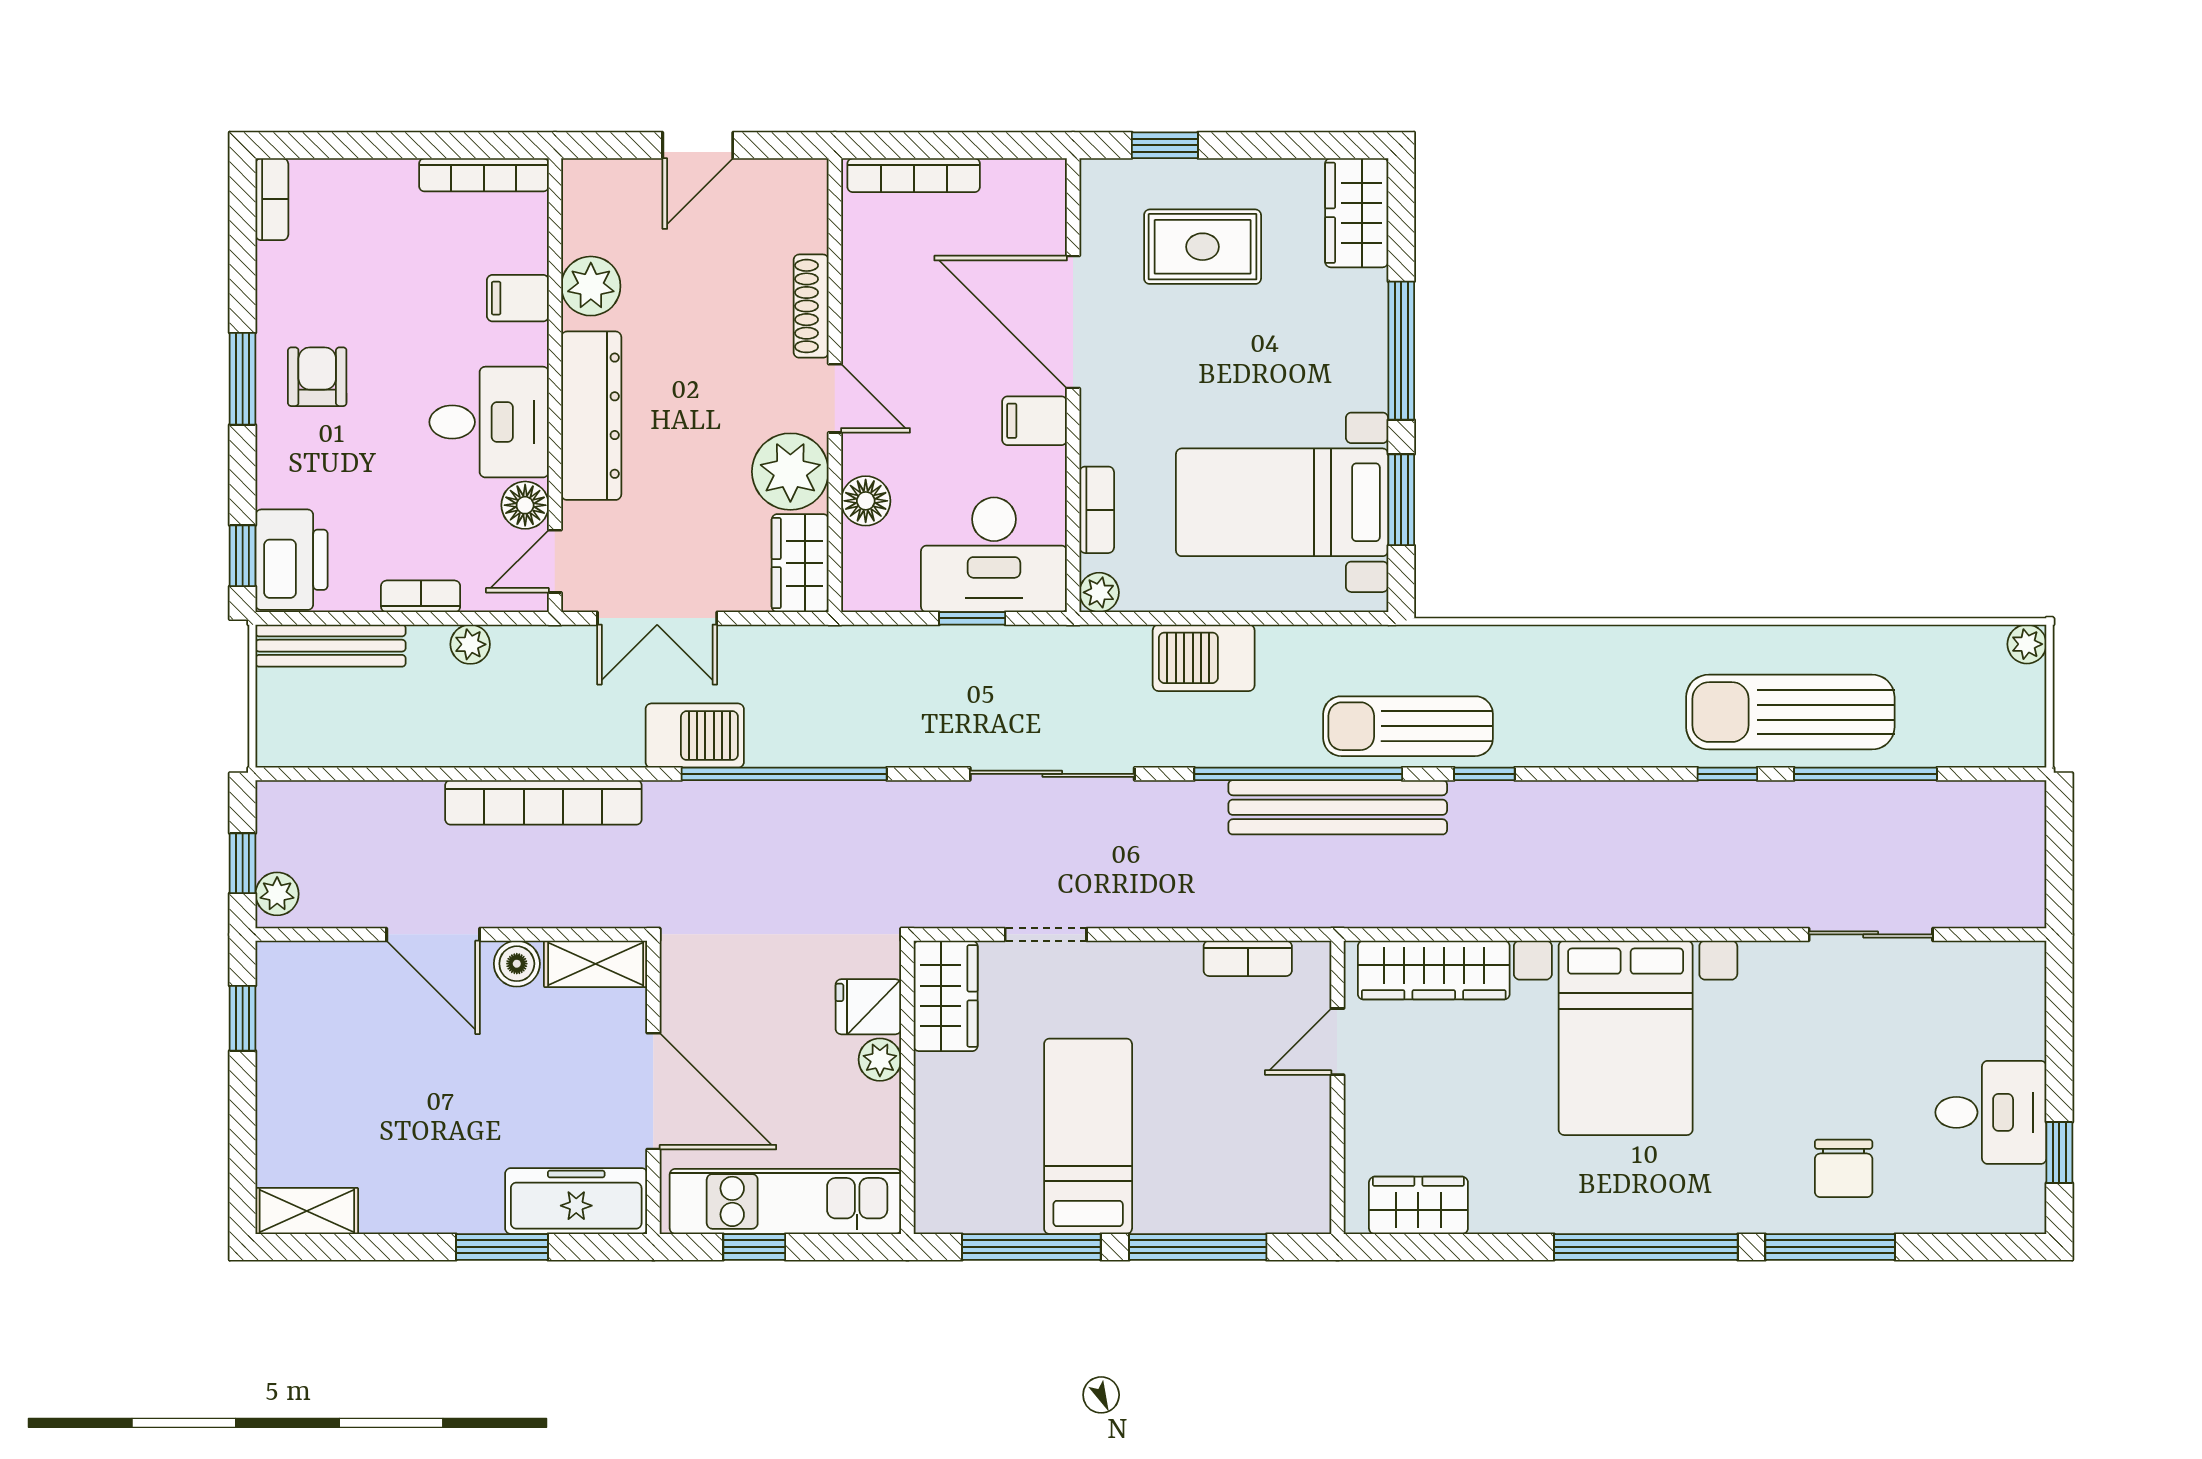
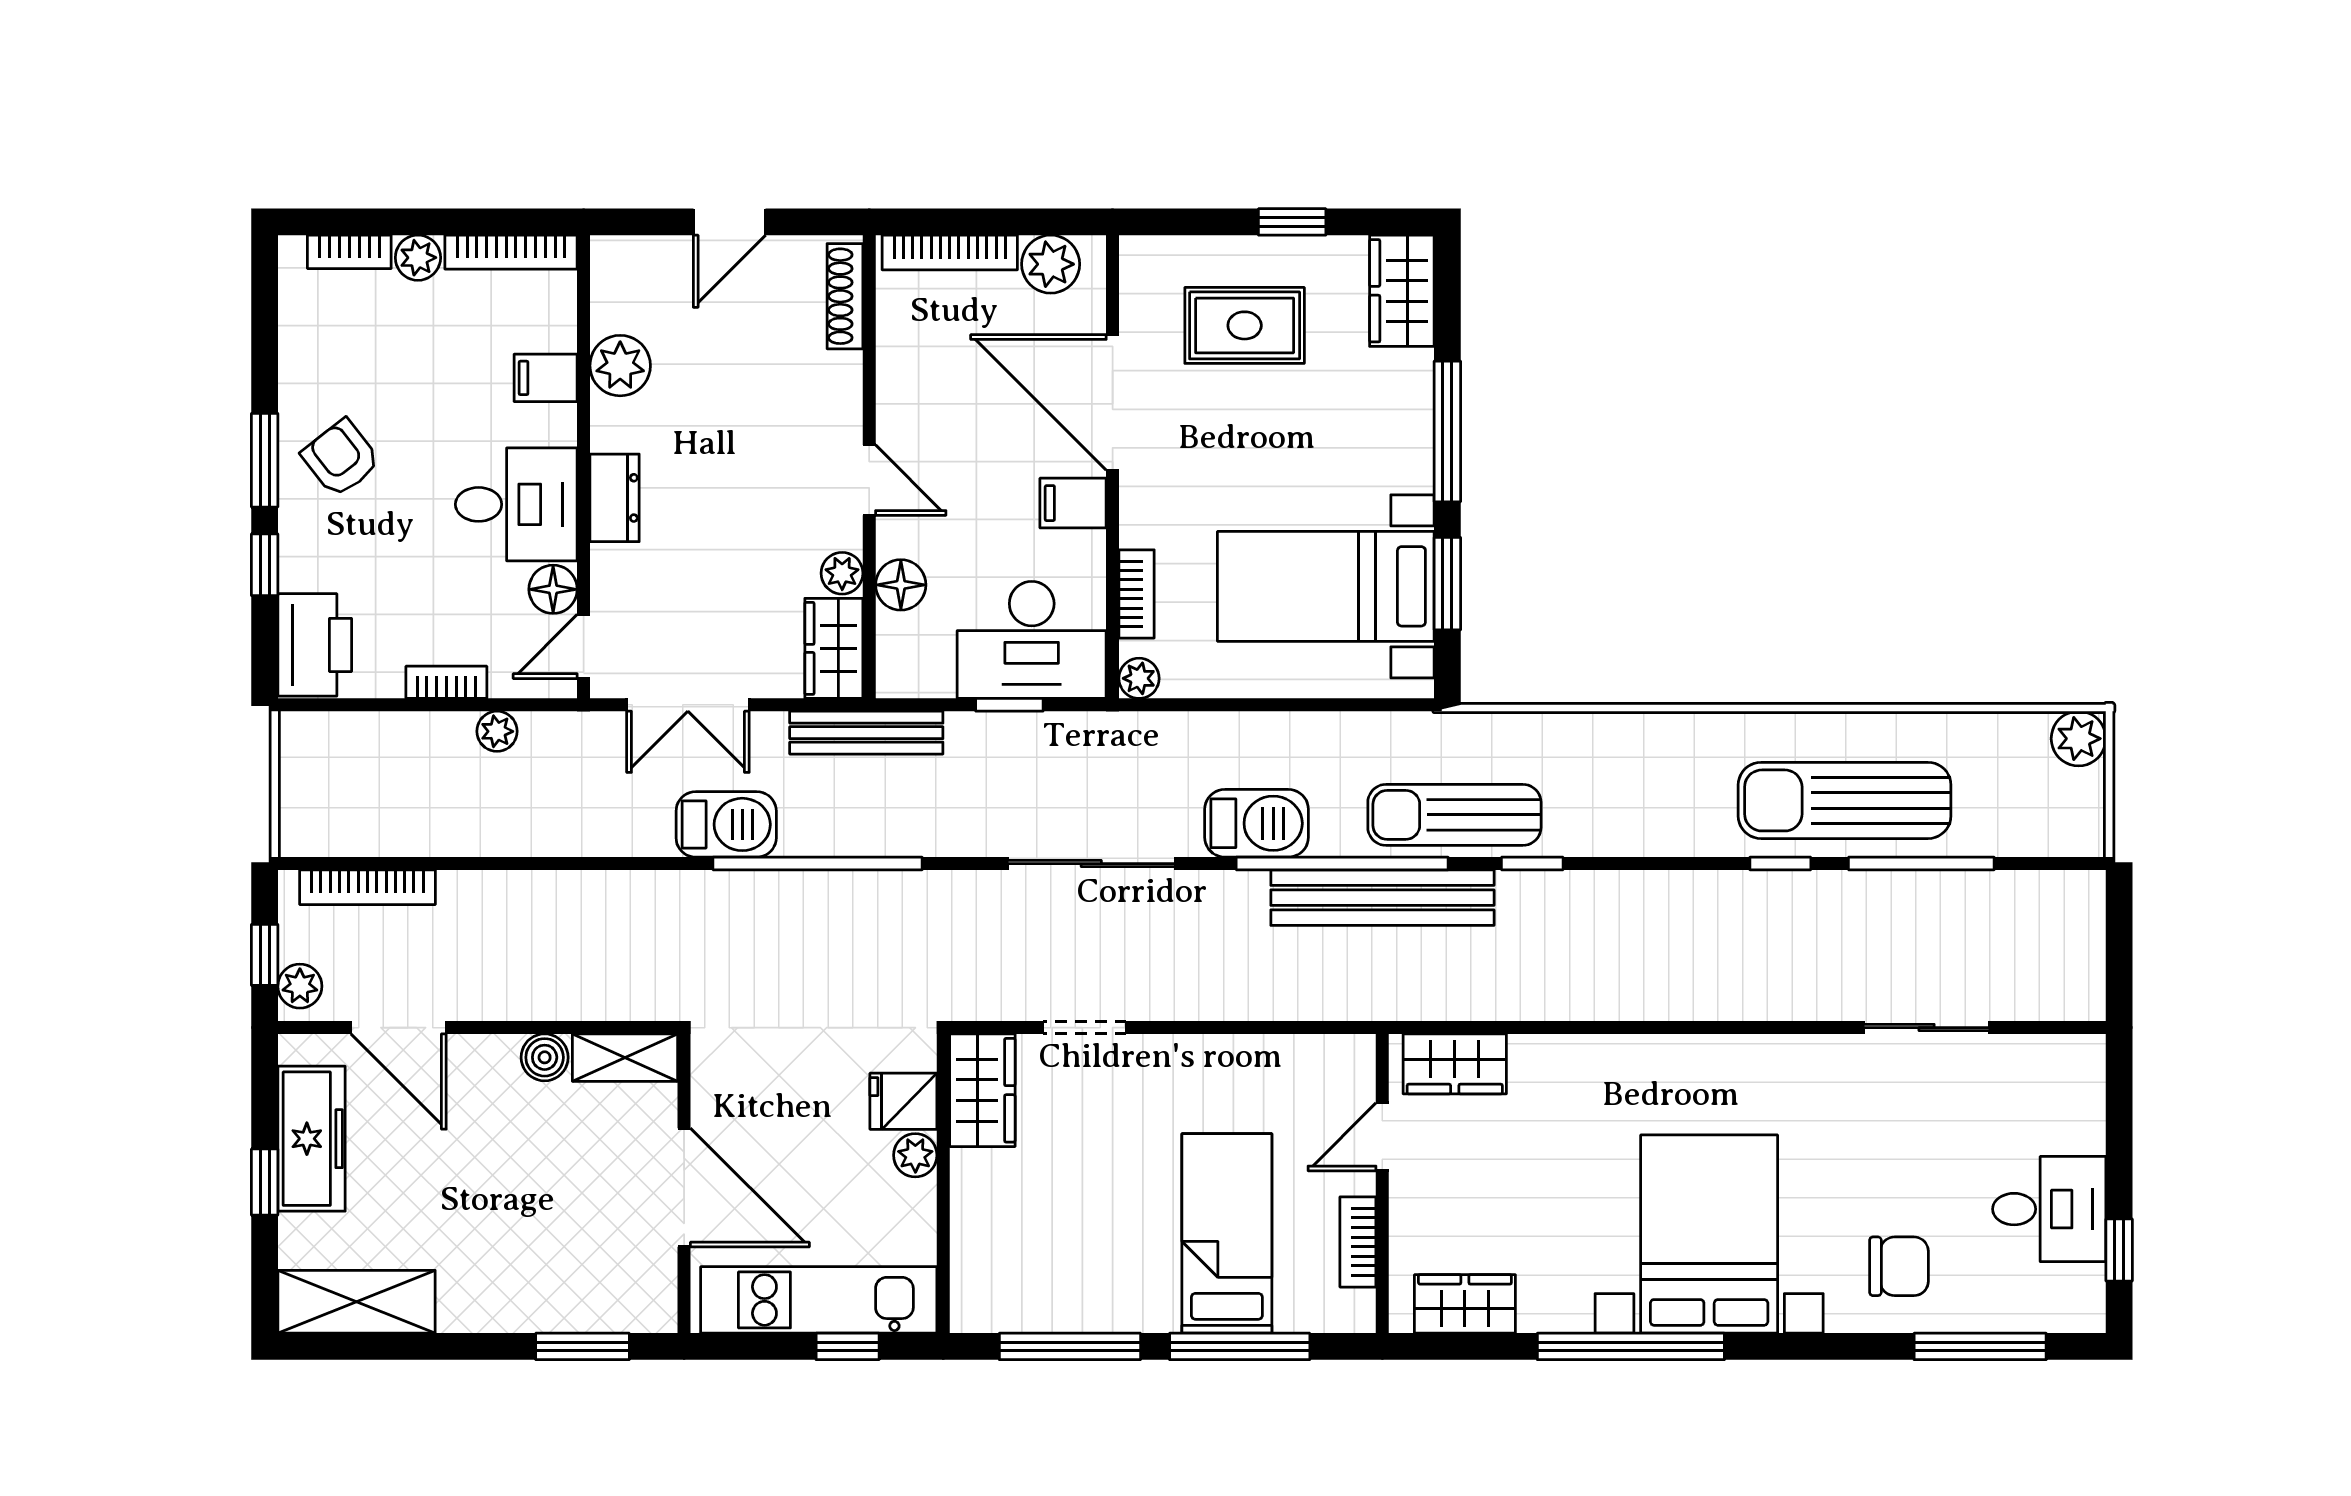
window: (1165, 145) -> (1292, 222), moved
plant: (393, 180) -> (418, 258), added
plant: (1013, 187) -> (1051, 264), added
bookcase: (272, 199) -> (349, 252), moved, turned 90
shoe rack: (811, 306) -> (845, 296), moved
armchair: (317, 377) -> (341, 458), turned -38
dresser: (591, 416) -> (615, 498), width x0.51, depth x0.80
plant: (790, 472) -> (842, 573), width x0.53, depth x0.53
window: (243, 556) -> (265, 565), moved
plant: (2027, 644) -> (2079, 739), width x1.38, depth x1.38
bench: (331, 646) -> (866, 733), moved
barbecue: (1204, 658) -> (1257, 823), moved, turned 180
bookcase: (543, 802) -> (367, 887), moved, width x0.68, depth x0.76
door: (433, 934) -> (399, 1028), moved
bookcase: (1248, 958) -> (1358, 1242), moved, turned 90
wardrobe: (1434, 970) -> (1455, 1064), width x0.67
window: (243, 1018) -> (265, 1182), moved
bed with nightstands: (1626, 1038) -> (1709, 1234), moved, turned 180
bed: (1088, 1136) -> (1227, 1233), moved
chair: (1844, 1168) -> (1899, 1266), turned -90
freezer: (576, 1201) -> (312, 1139), moved, turned 90
shelving: (307, 1211) -> (357, 1302), width x1.50, depth x1.33
window: (502, 1247) -> (582, 1346), moved
window: (754, 1247) -> (848, 1346), moved
window: (1646, 1247) -> (1631, 1346), moved
window: (1830, 1247) -> (1980, 1346), moved

